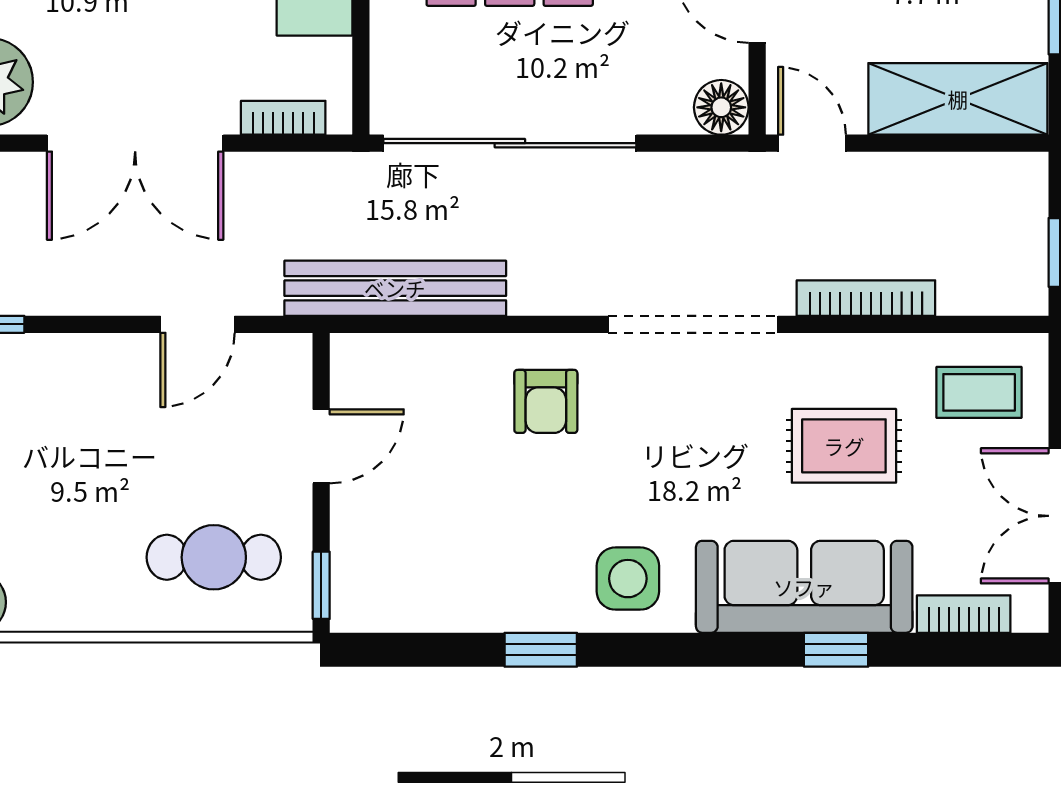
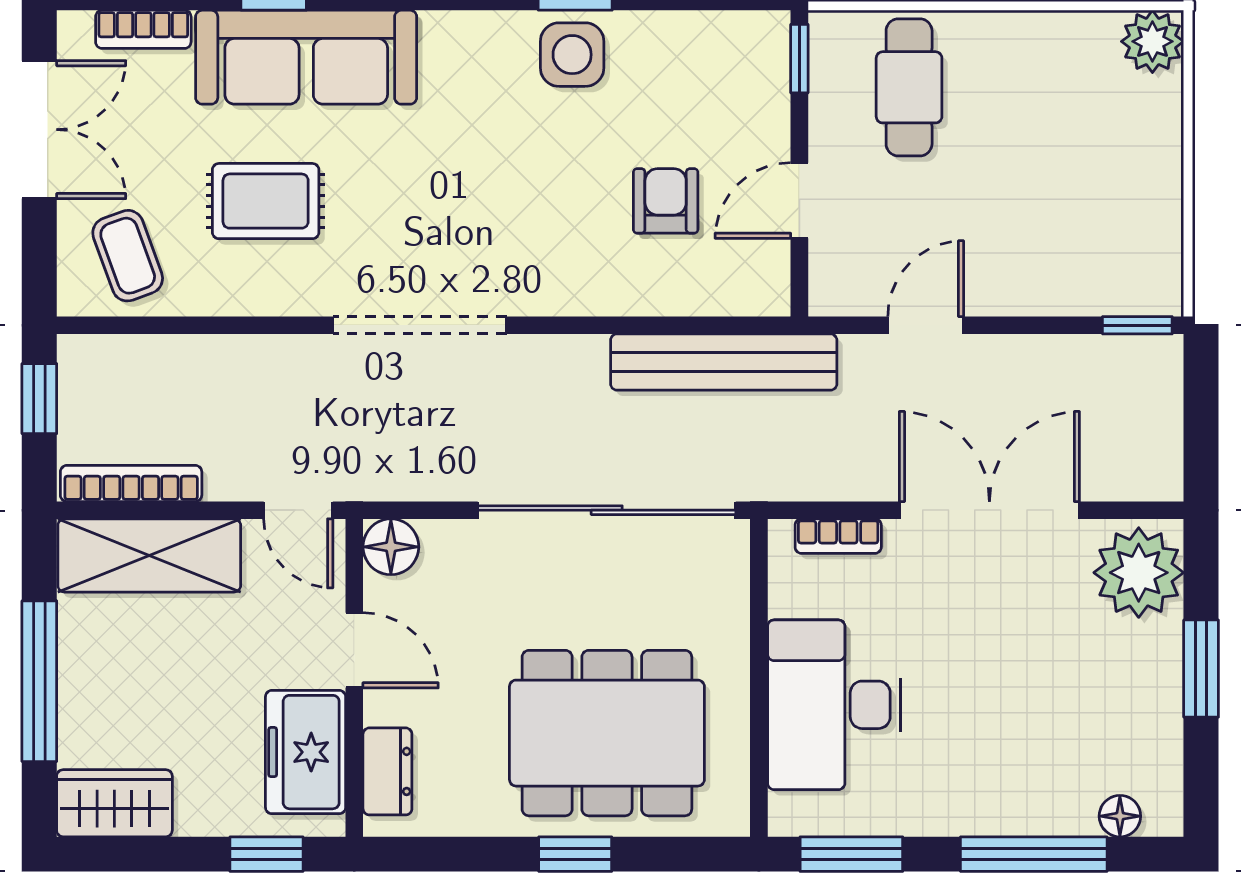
bookcase: (866, 298) -> (131, 483), moved, turned 180
coffee table: (979, 392) -> (128, 256), turned 70
armchair: (546, 401) -> (666, 201), moved
cafe table: (214, 557) -> (909, 87), turned 90
side table: (628, 579) -> (572, 55), moved

